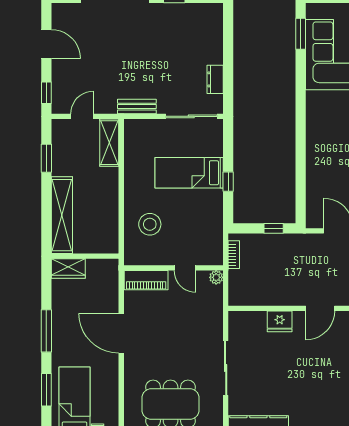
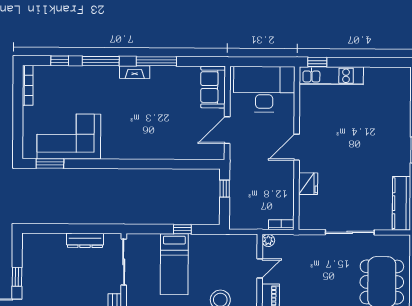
dresser: (215, 79) -> (85, 240), width x1.44
bookcase: (234, 255) -> (281, 225), moved
door: (320, 308) -> (297, 147), swing flipped

